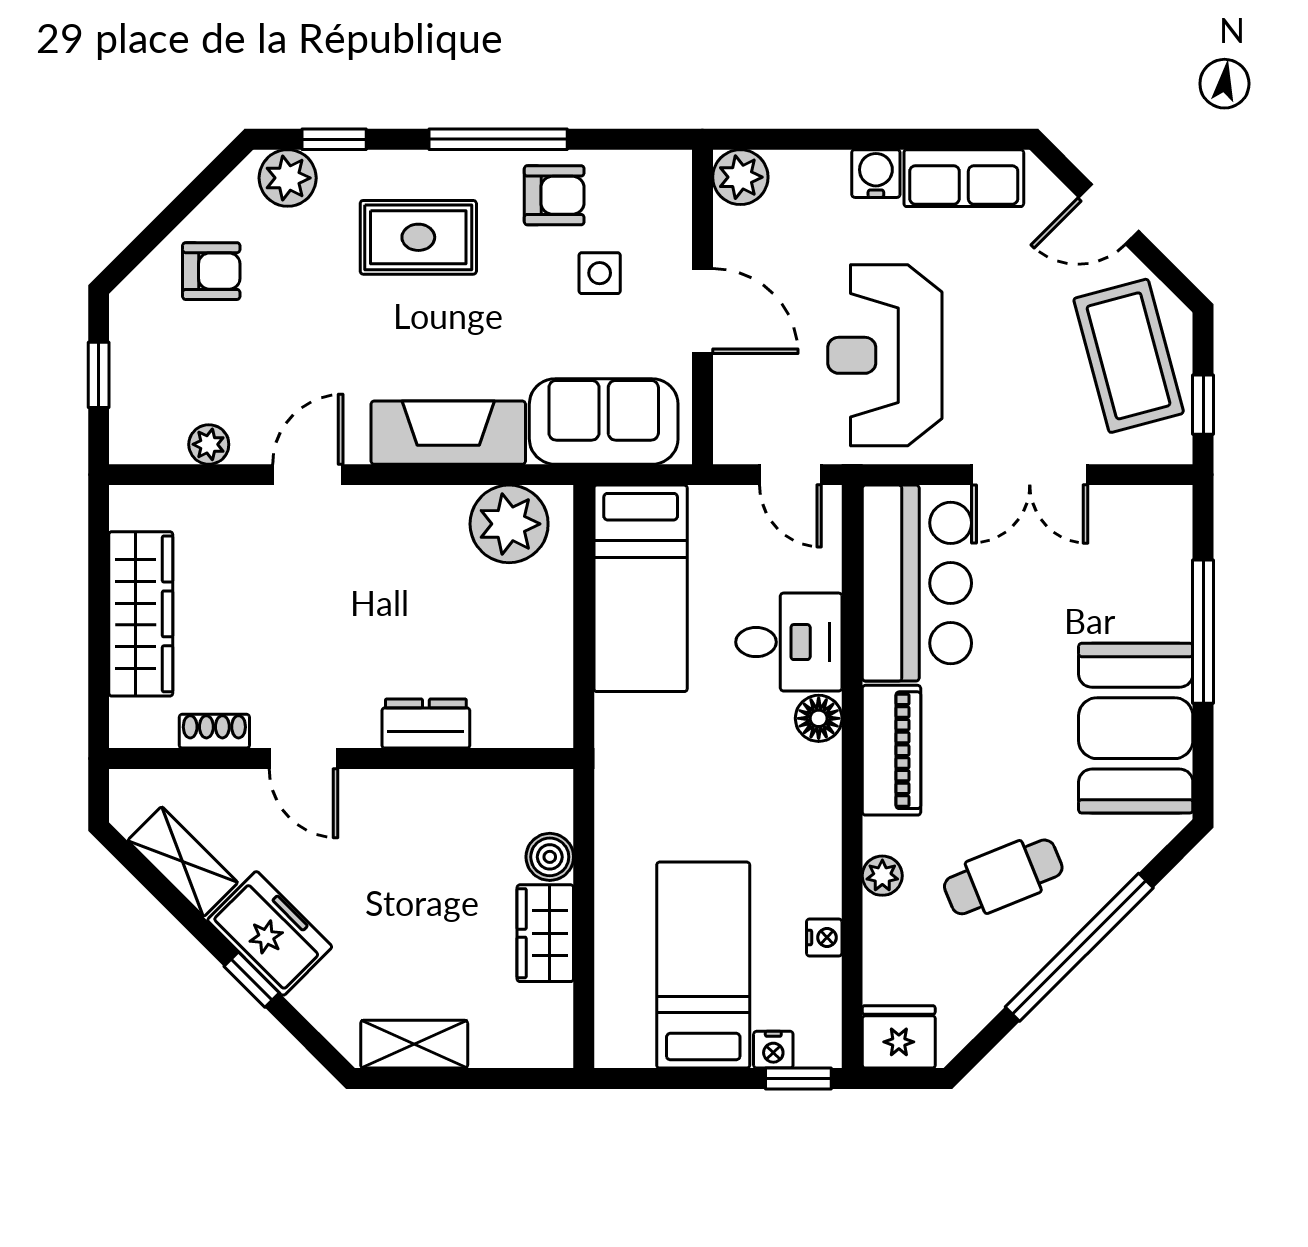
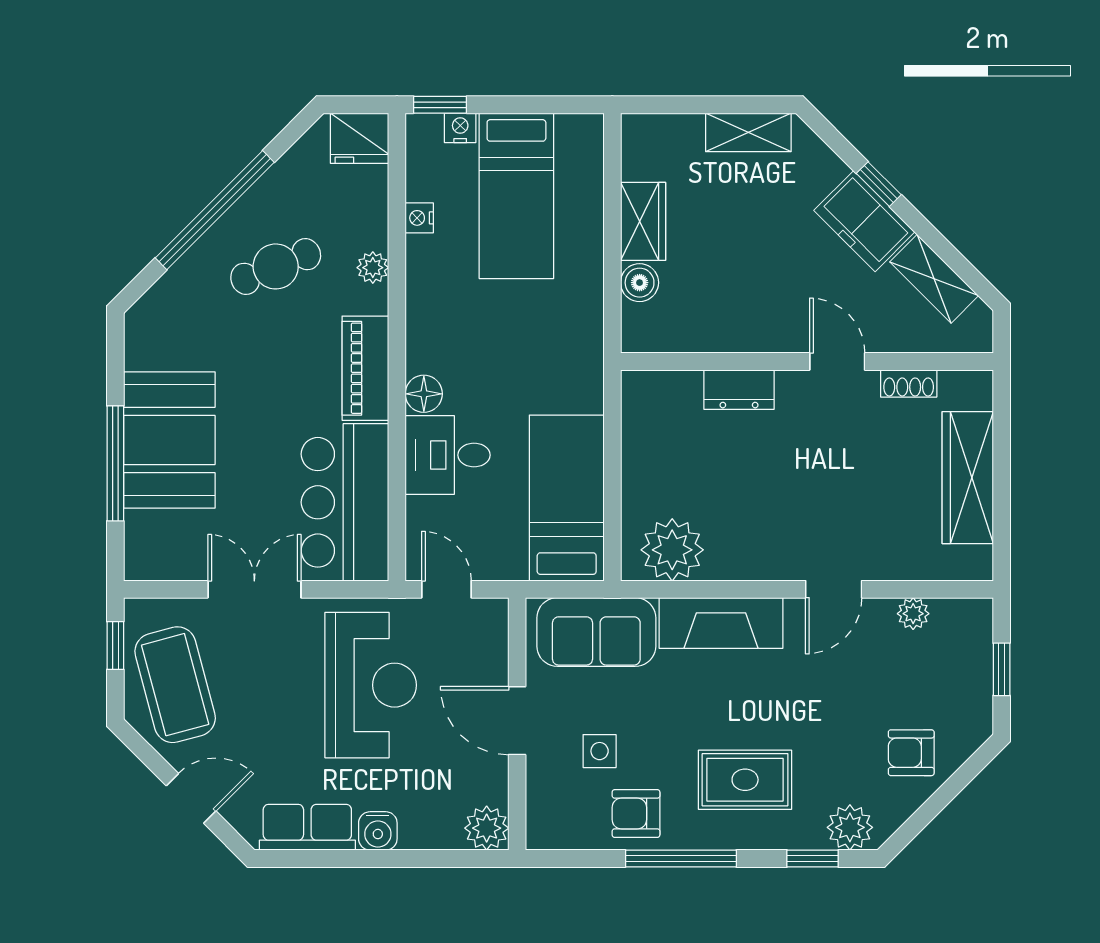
booth: (1136, 728) -> (169, 440), moved

